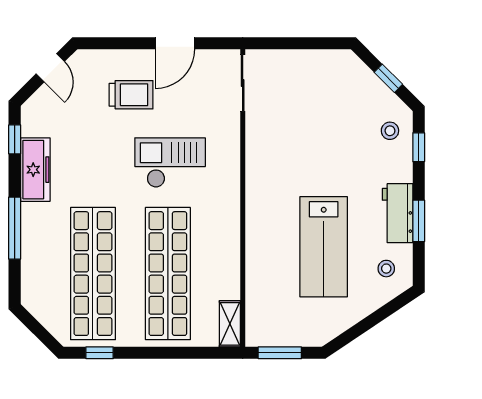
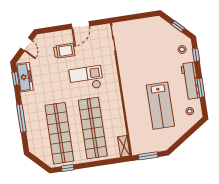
freezer: (35, 170) -> (25, 77), moved
workbench: (398, 213) -> (190, 81), width x1.38

